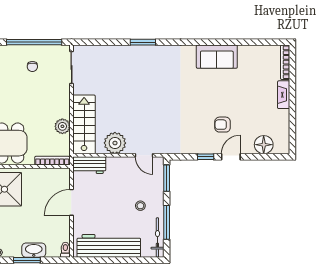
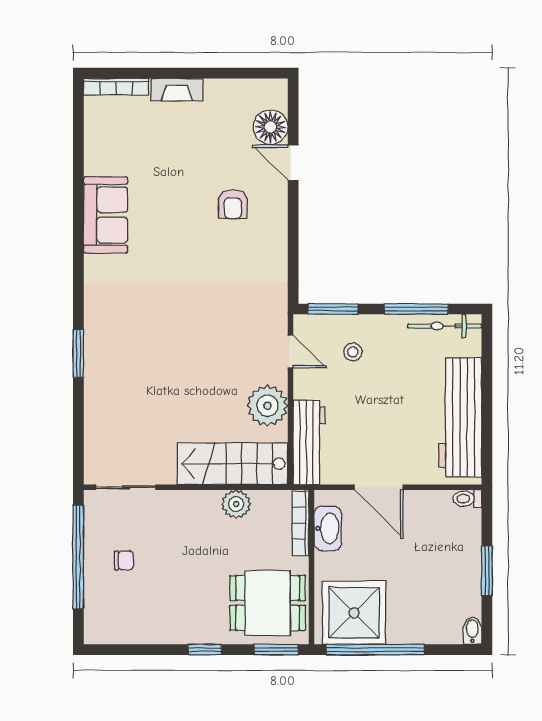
door: (144, 155) -> (290, 351), hinge flipped
window: (206, 157) -> (293, 236), removed
door: (231, 157) -> (293, 163), moved
workbench: (89, 165) -> (309, 442), width x1.37
stool: (140, 206) -> (353, 352), moved
washbasin: (34, 250) -> (328, 528), moved, turned 180

